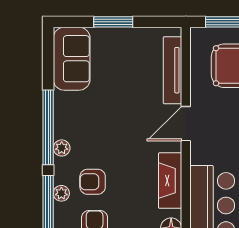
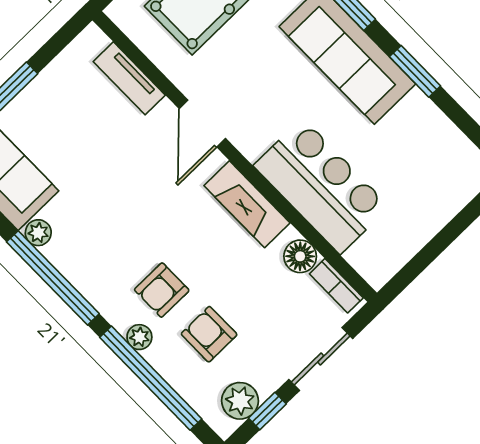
tv unit: (172, 70) -> (129, 78), width x0.71
plant: (62, 148) -> (38, 233), moved

